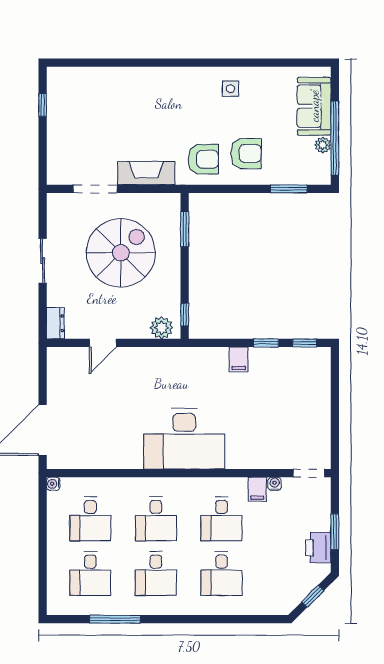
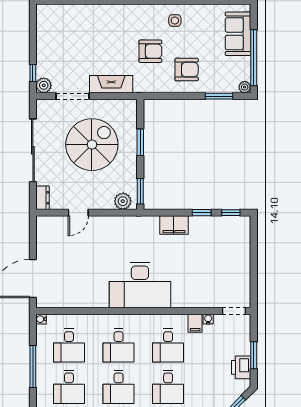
window: (43, 105) -> (33, 73), moved
plant: (323, 145) -> (245, 87), moved
armchair: (203, 159) -> (150, 51), moved
plant: (57, 174) -> (44, 85), added
window: (185, 229) -> (140, 142), moved
sliding door: (43, 261) -> (33, 150), width x1.86
window: (185, 315) -> (140, 191), width x1.50
filing cabinet: (239, 359) -> (174, 225), width x2.00
window: (43, 547) -> (33, 367), added

